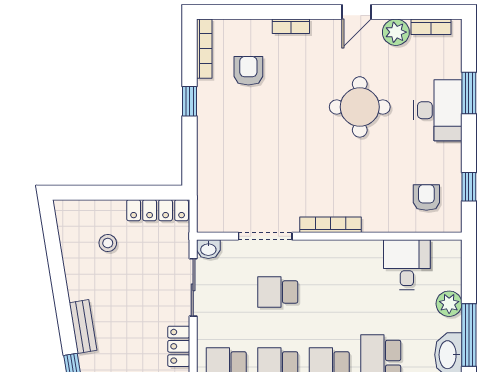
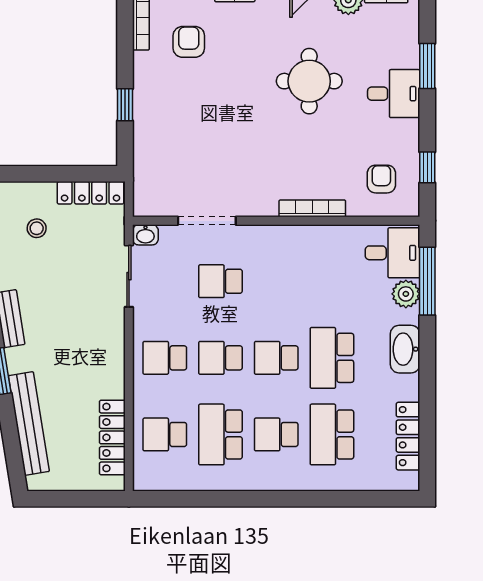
window: (190, 101) -> (125, 105), moved
desk: (438, 110) -> (394, 94), width x0.73
bookcase: (330, 225) -> (312, 208), moved
desk: (407, 265) -> (393, 253), moved, turned 90
window: (469, 335) -> (427, 281), moved
locker: (179, 346) -> (113, 340), removed

